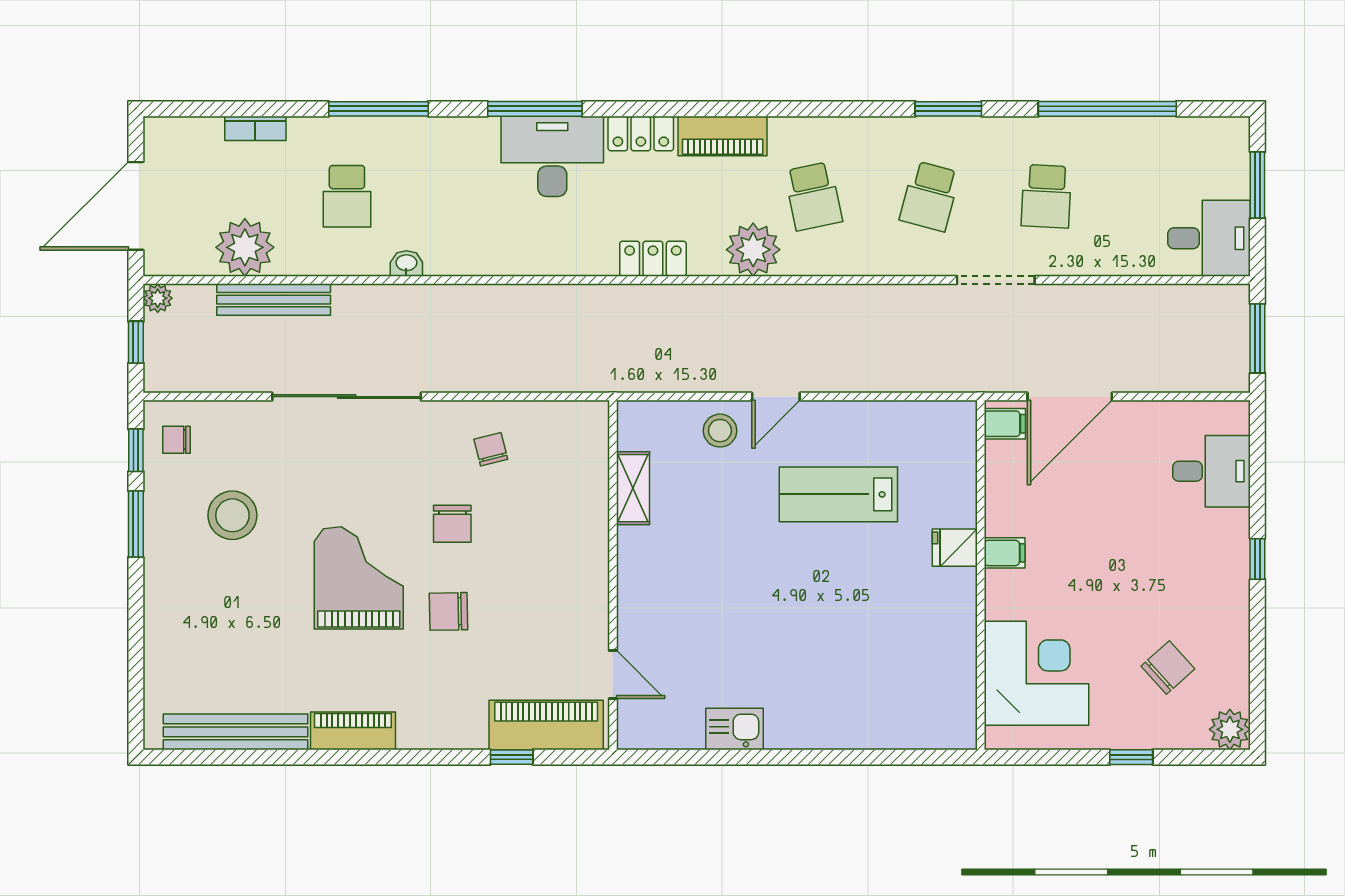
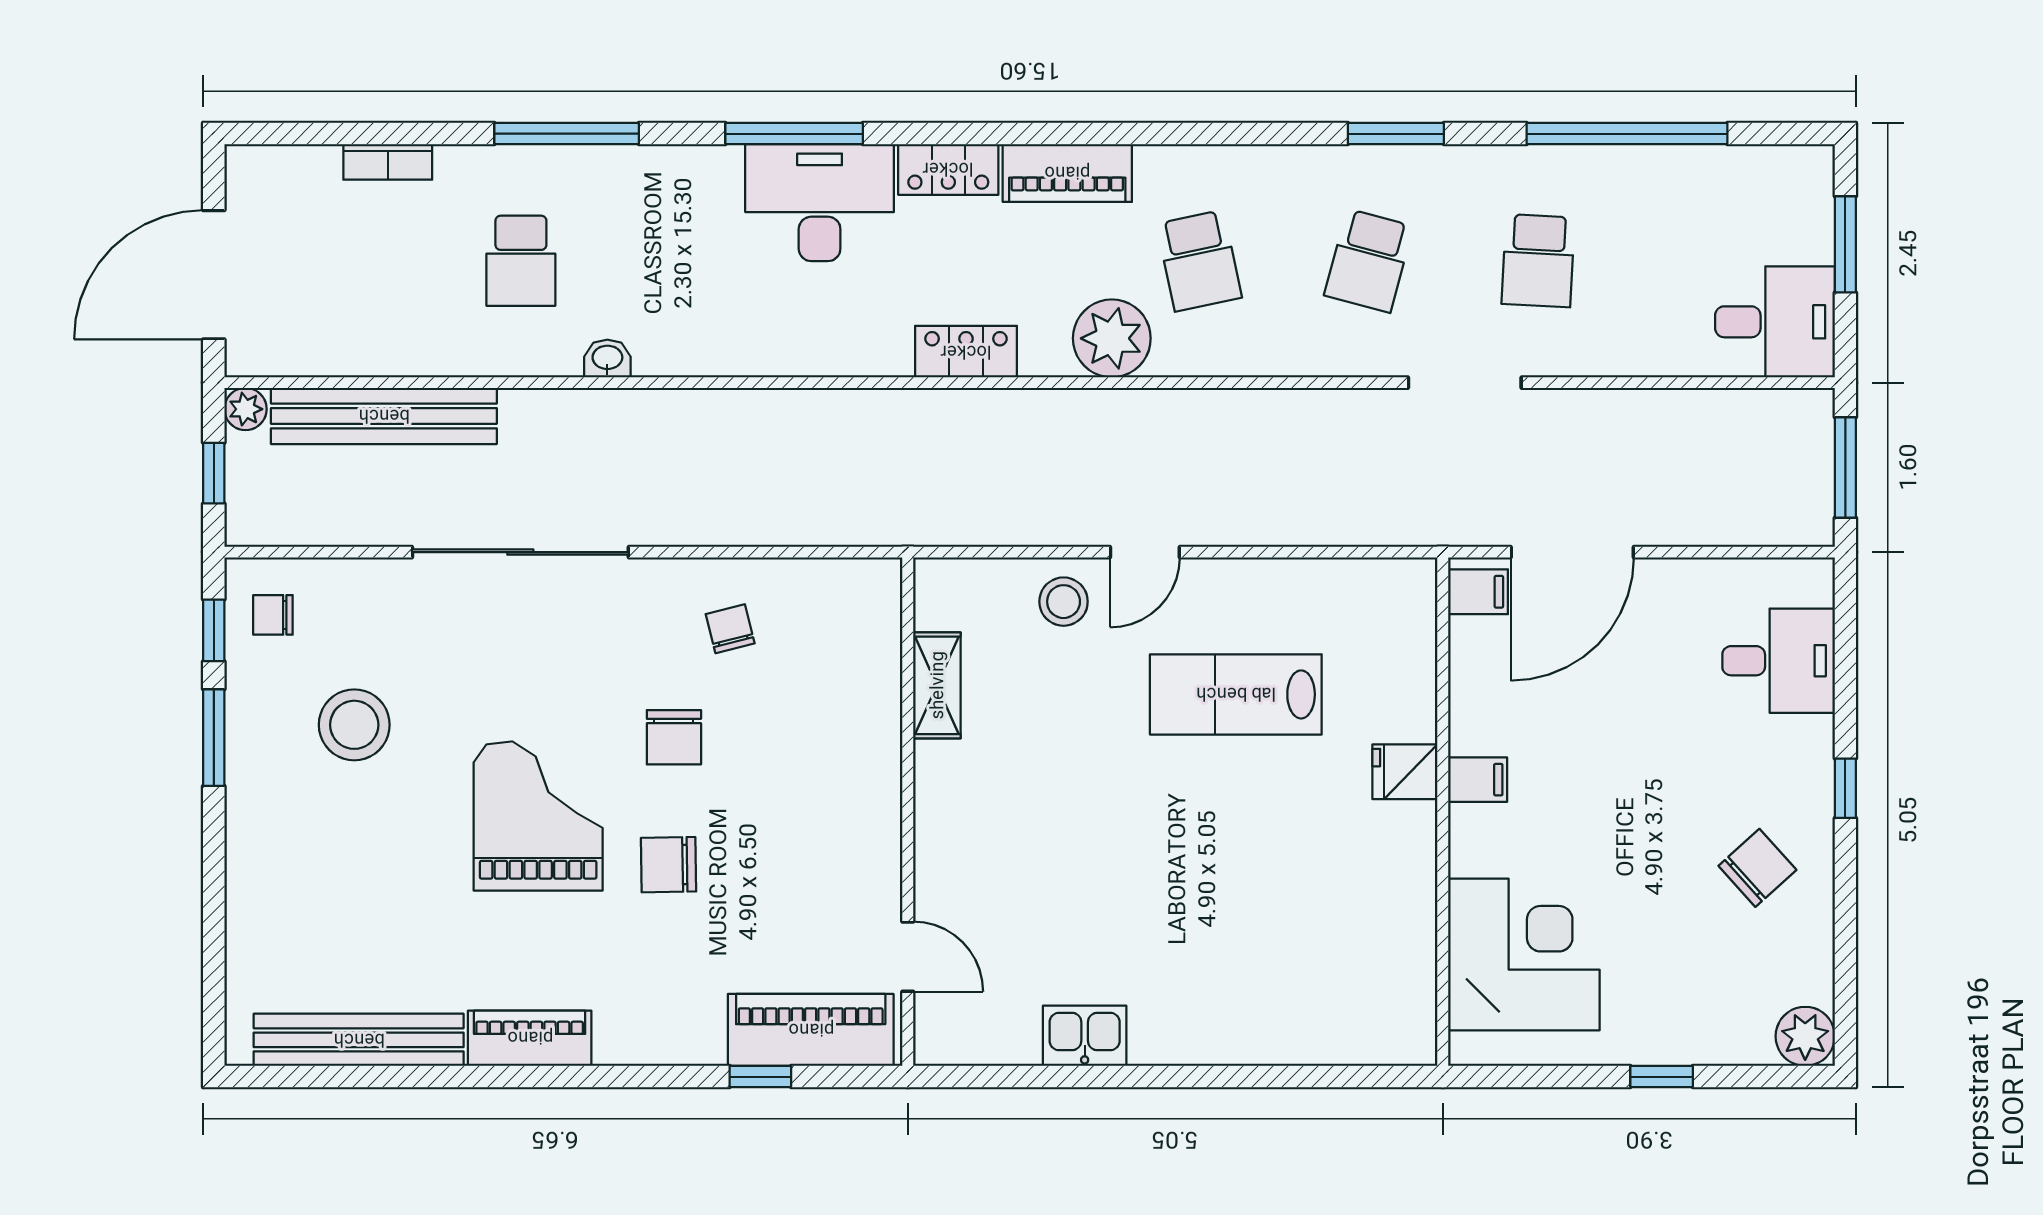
plant: (245, 247) -> (372, 335), removed
bench: (274, 300) -> (384, 416), width x1.37, depth x1.21
chair: (1168, 667) -> (1757, 868), moved

